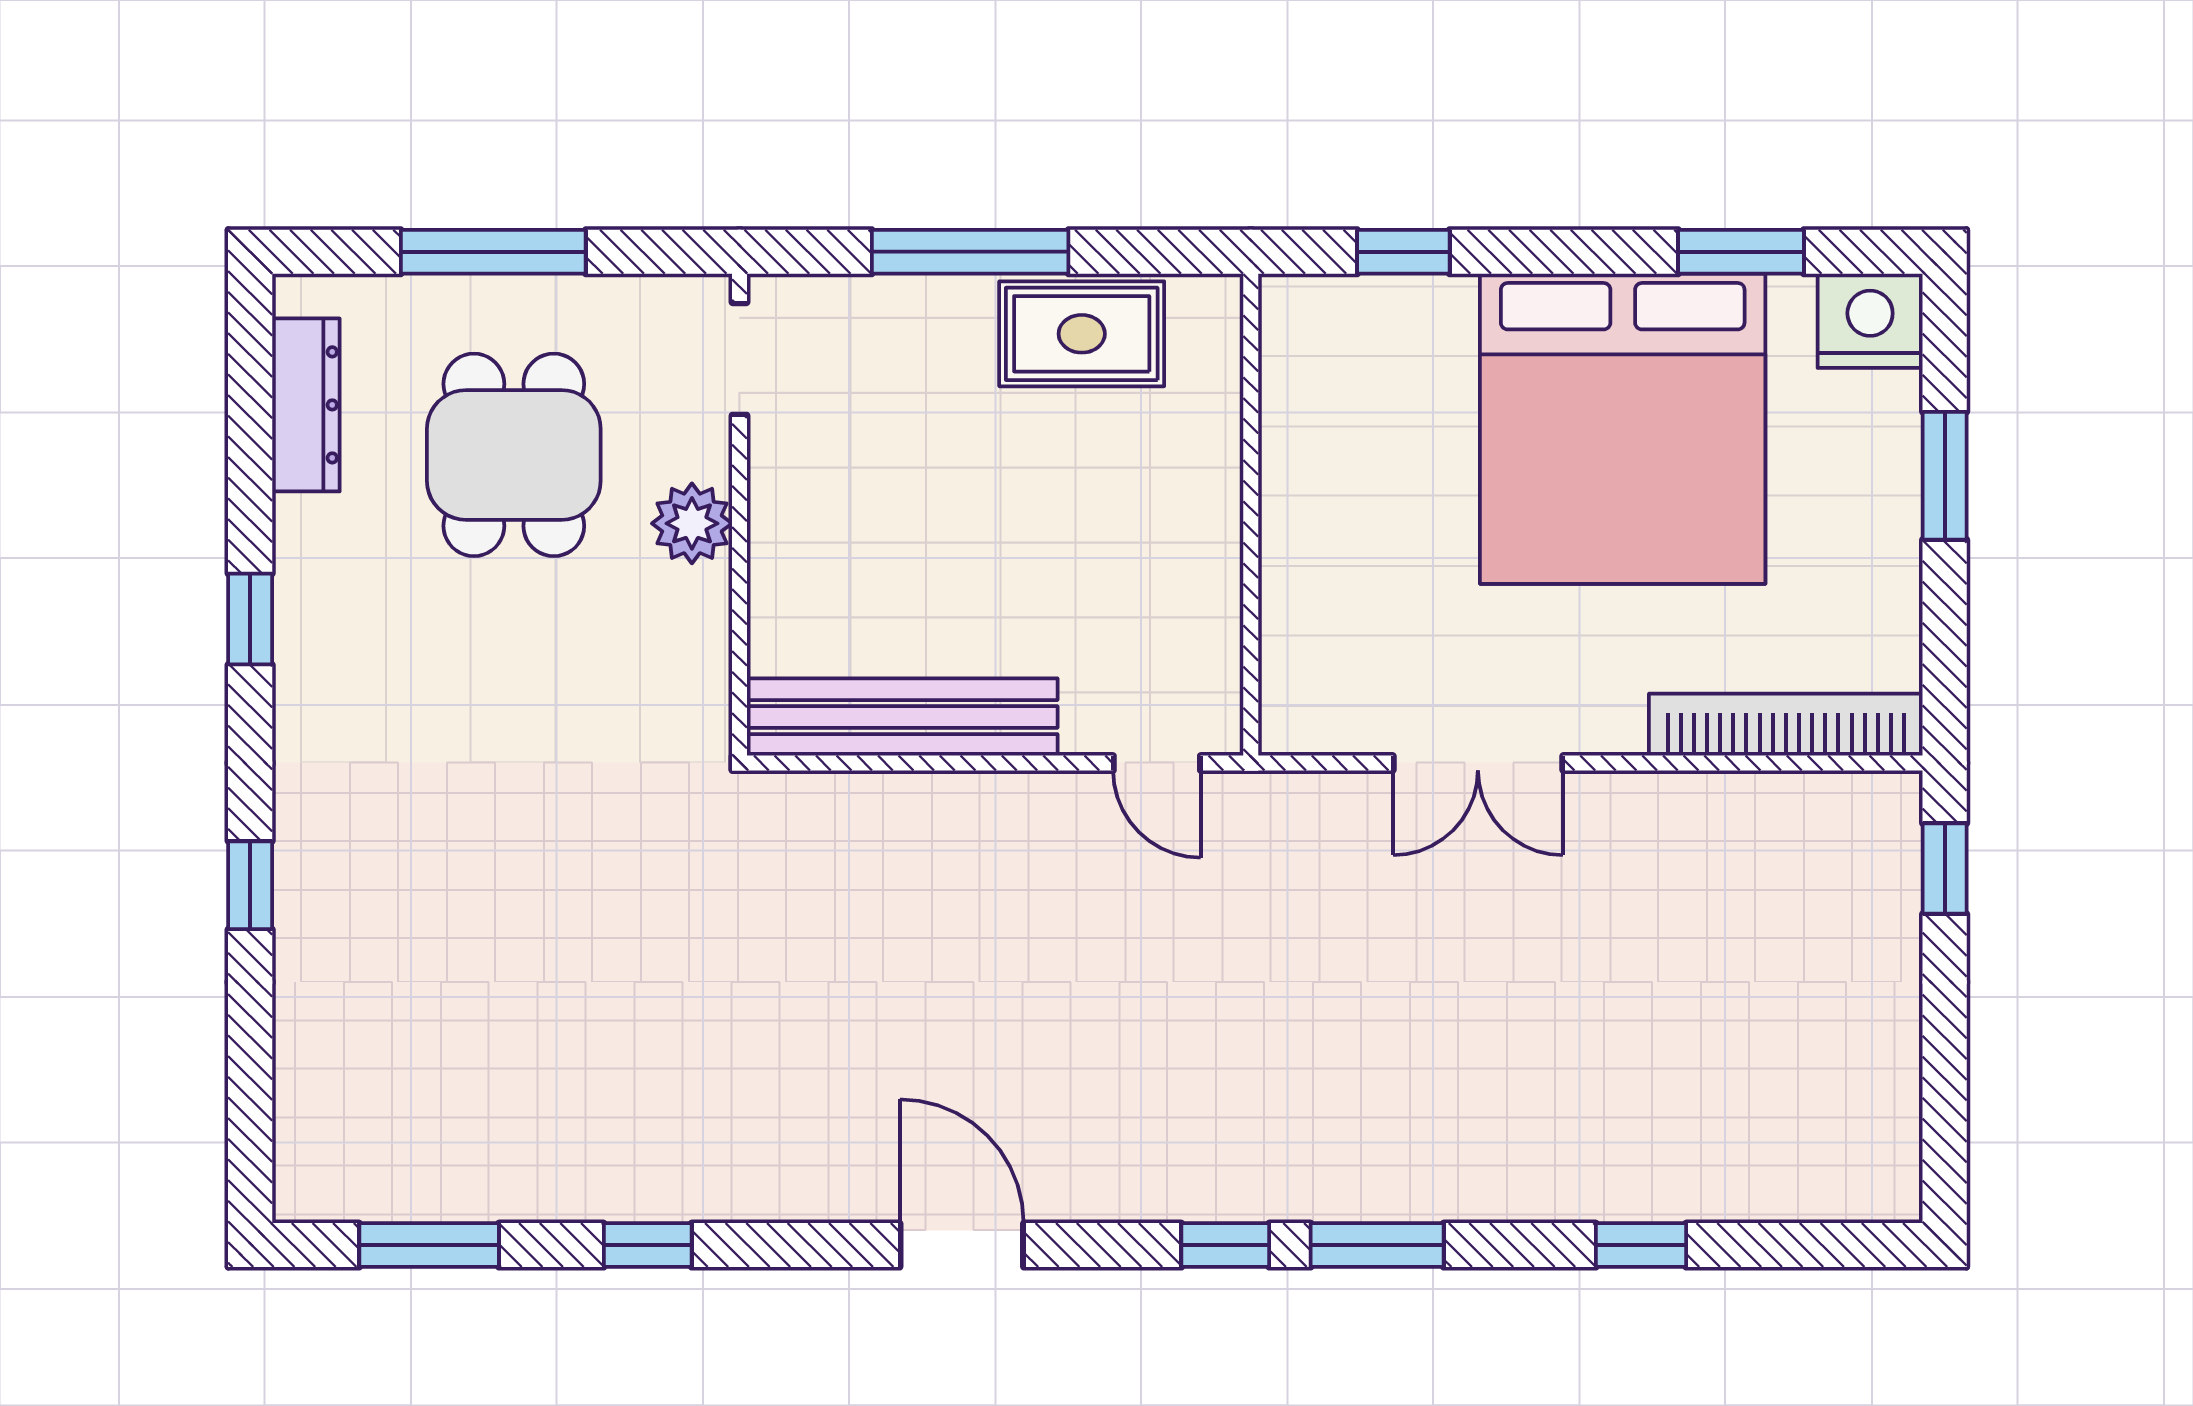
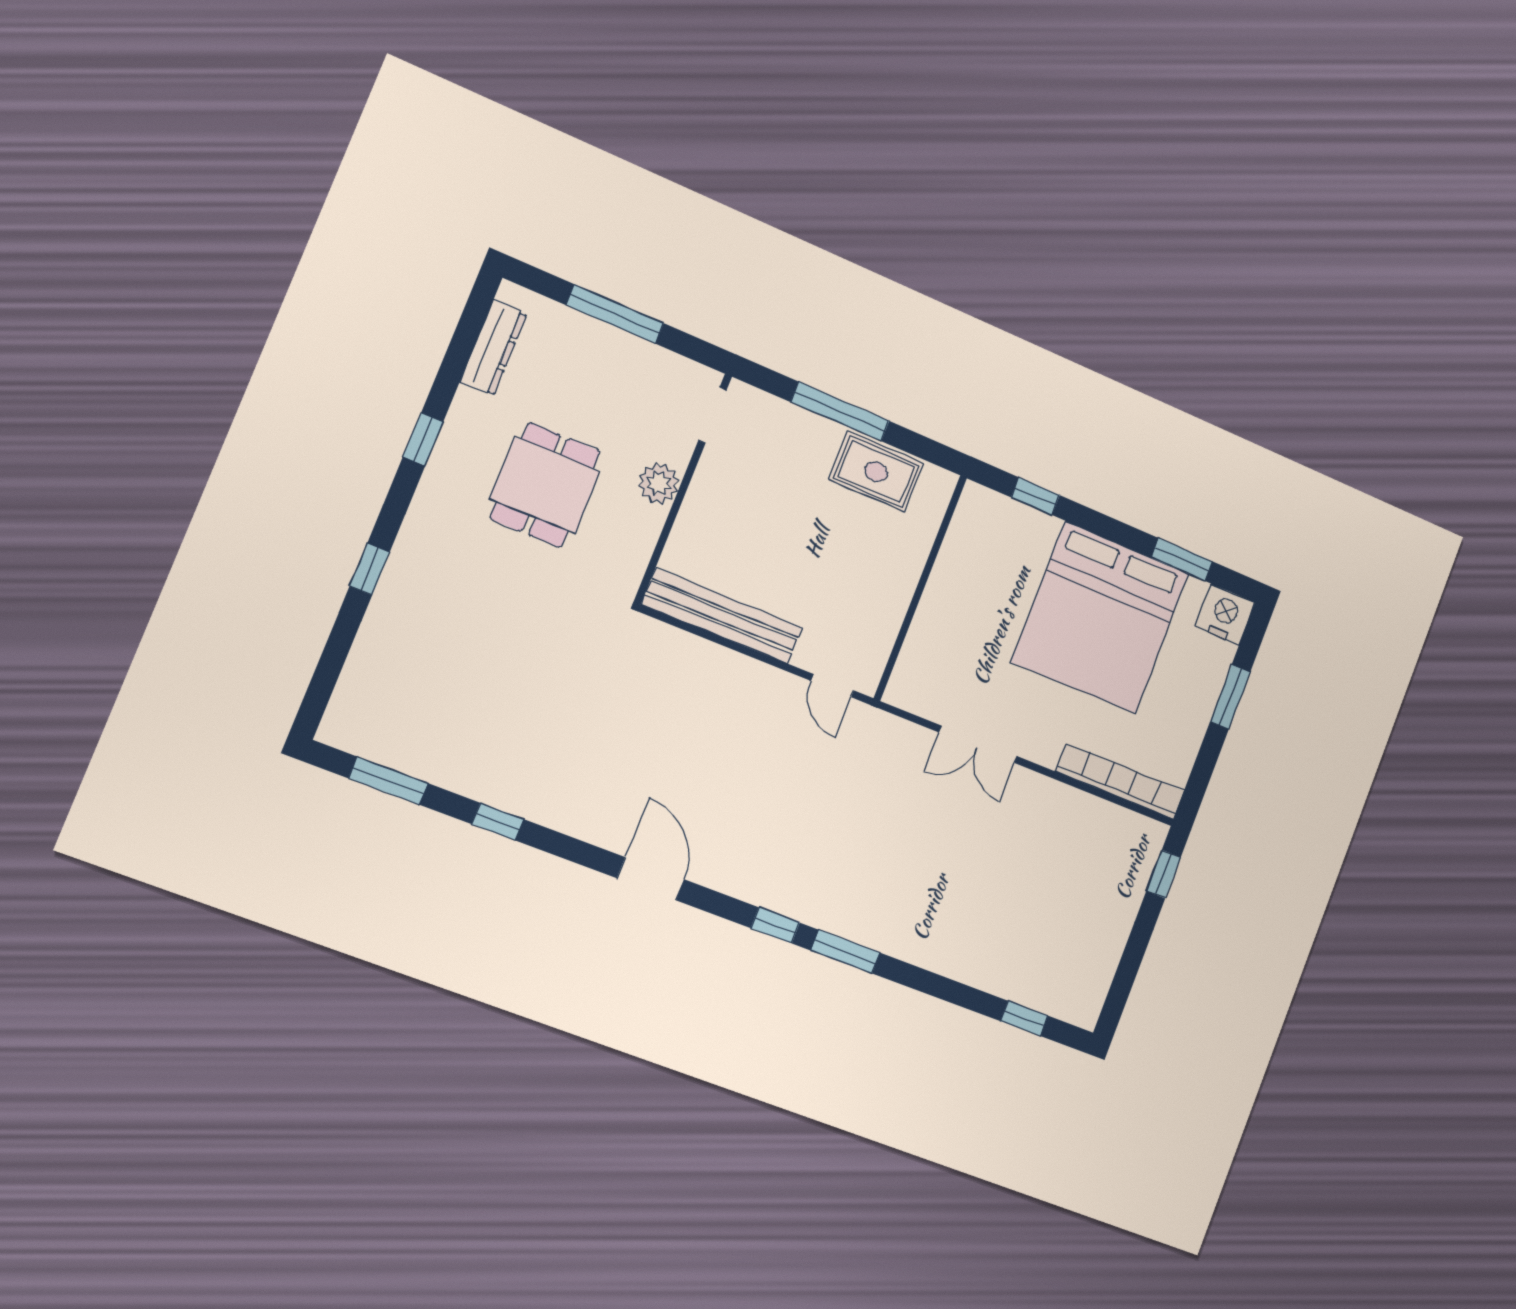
dining table: (514, 455) -> (545, 485), moved
window: (1641, 1245) -> (1024, 1018), moved

